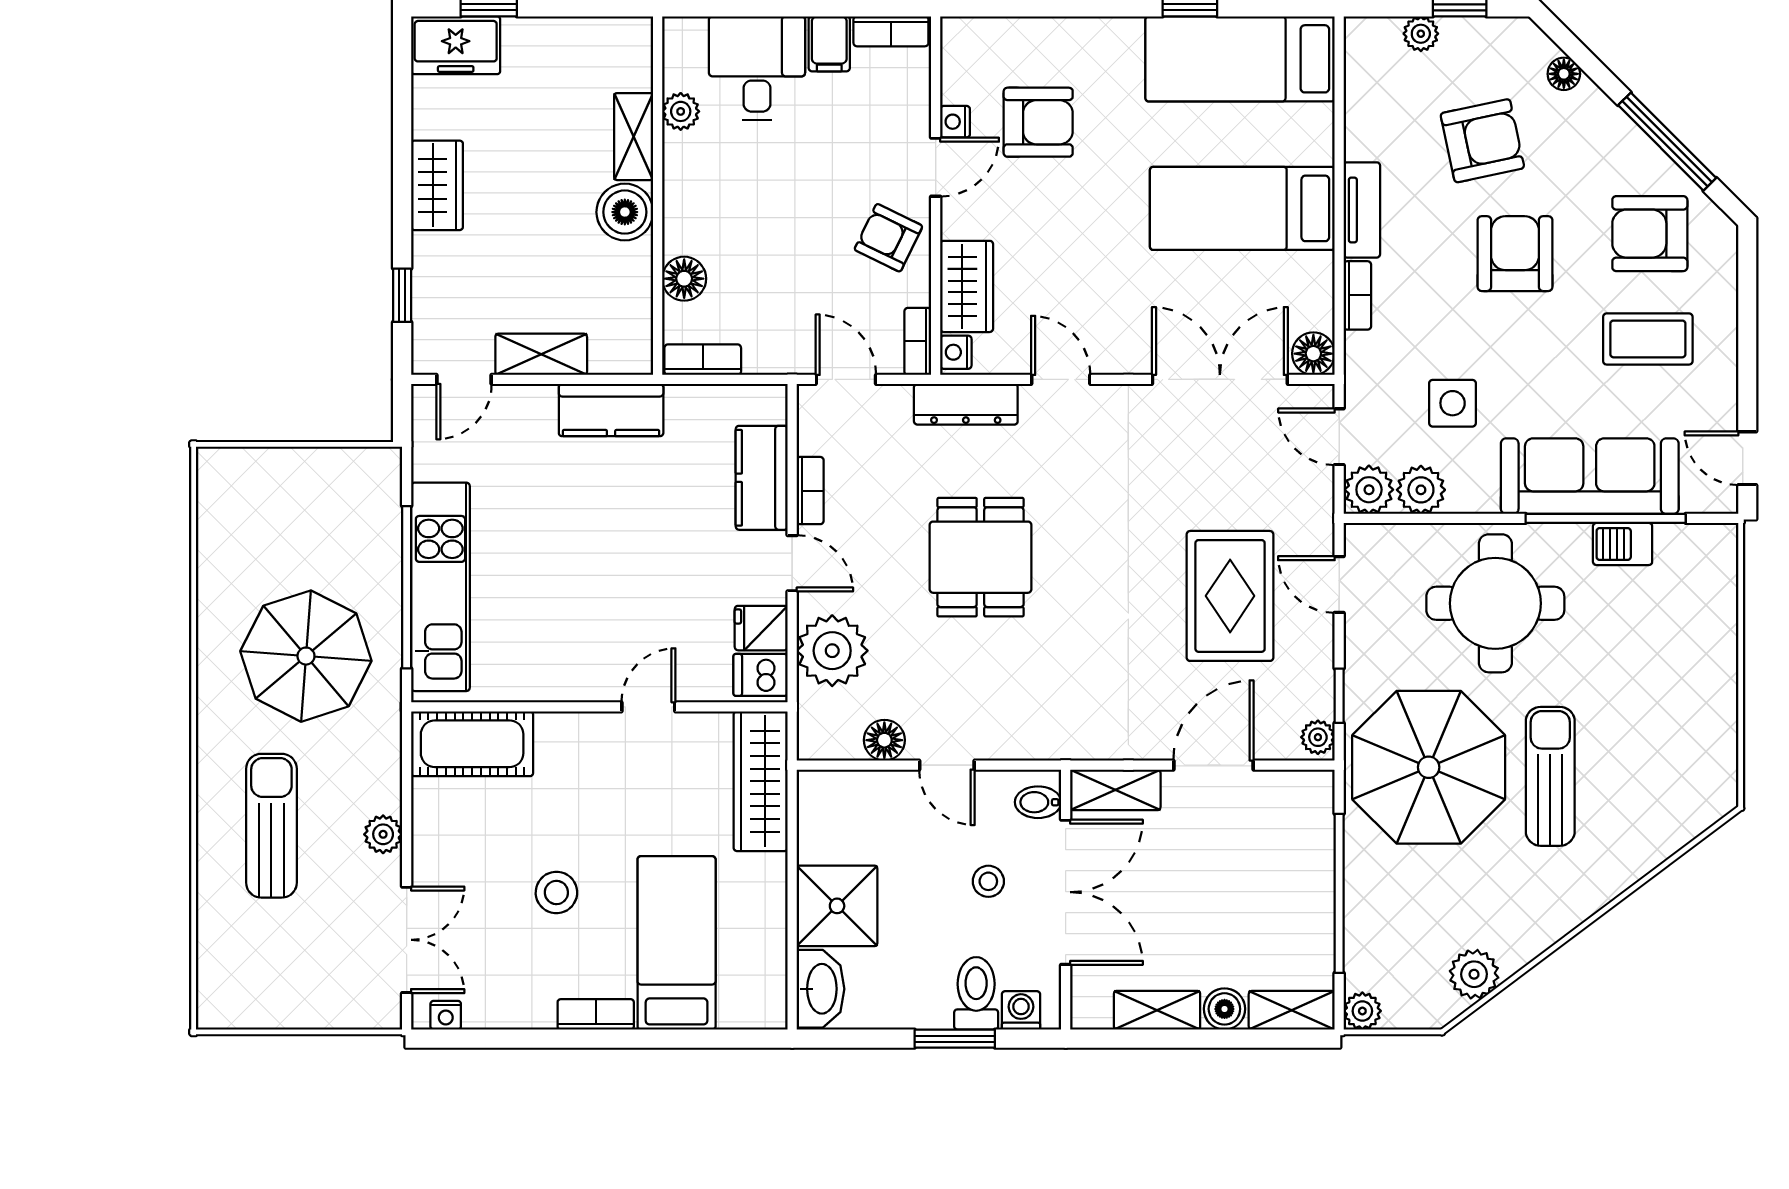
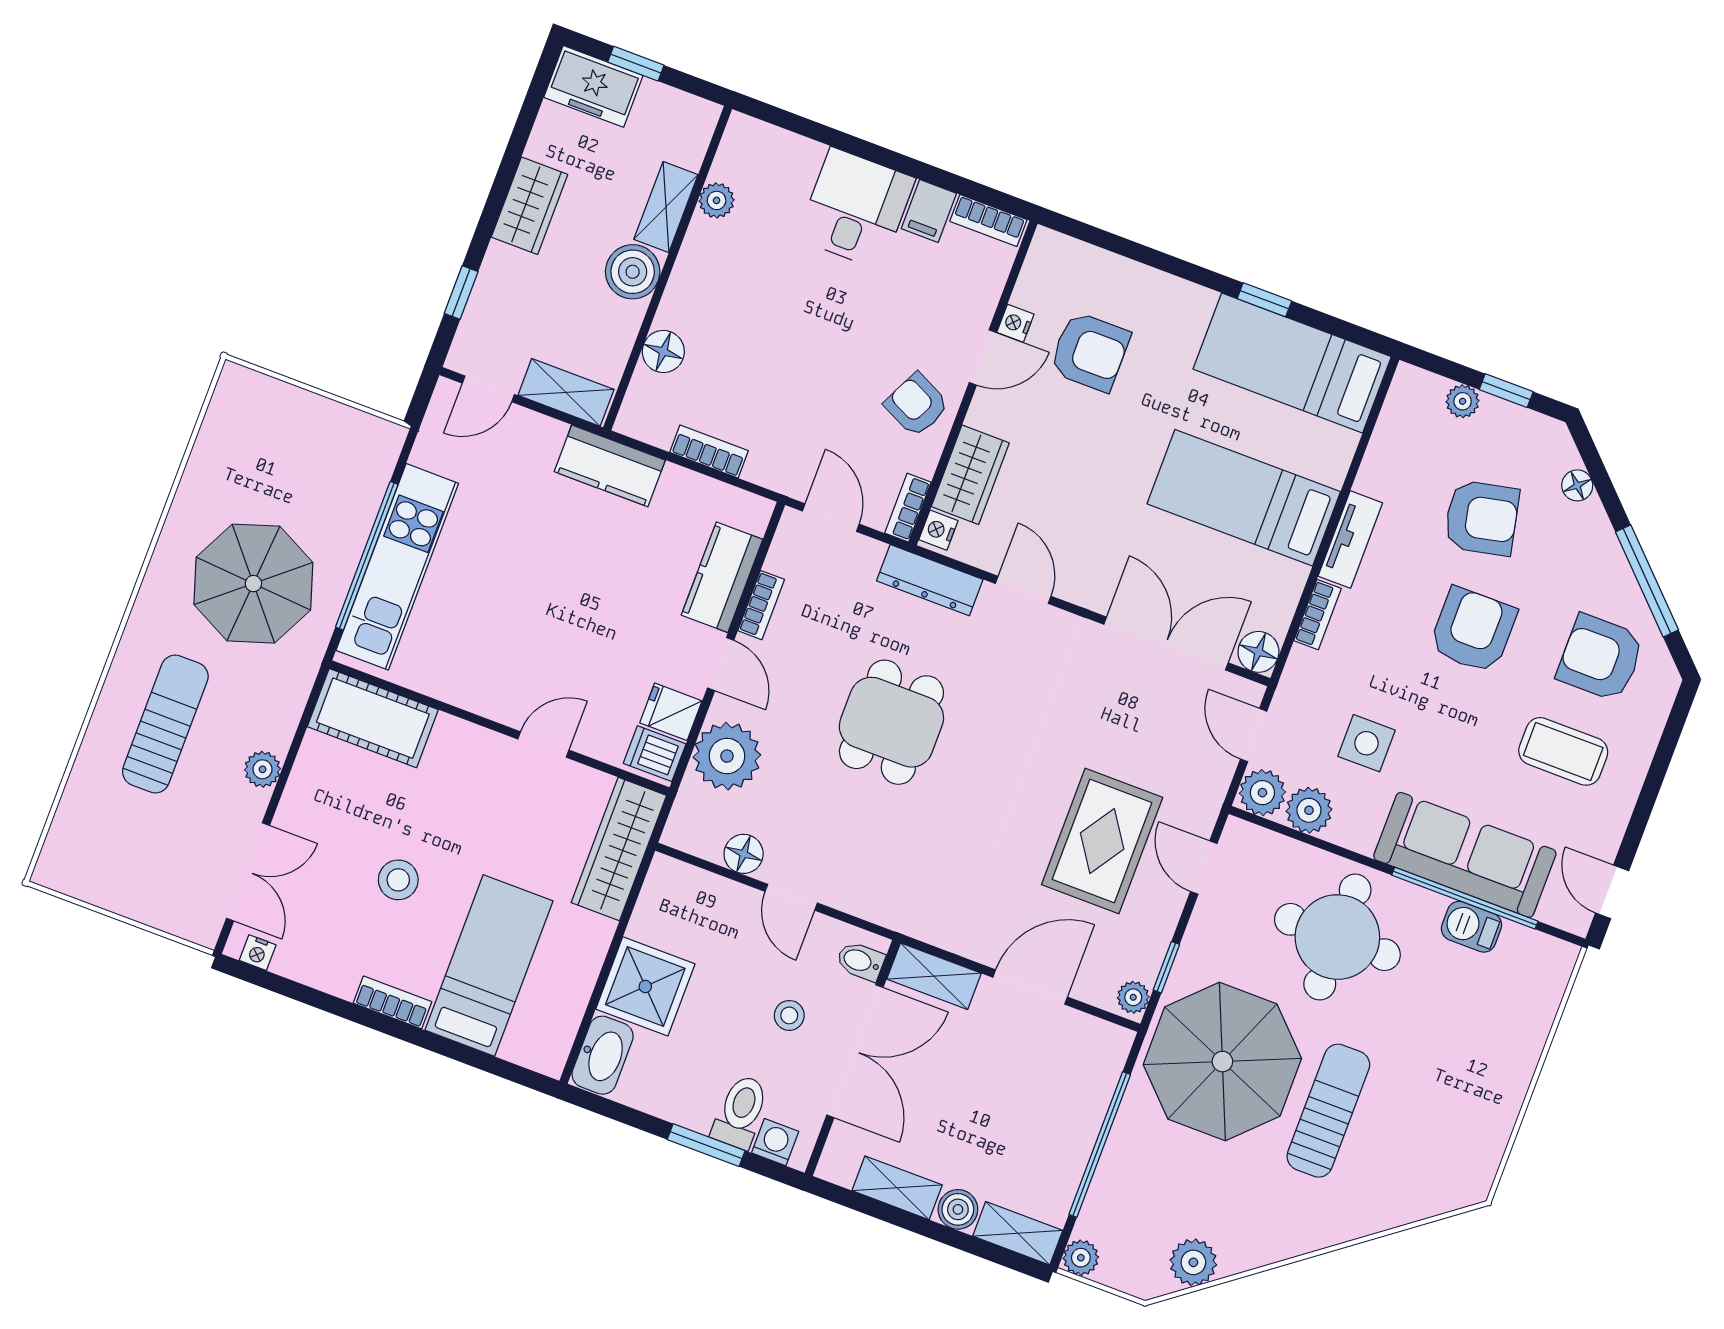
plant: (681, 111) -> (717, 200), moved
shelving: (634, 137) -> (666, 207), moved
wall: (658, 196) -> (668, 268), moved
boiler: (625, 212) -> (633, 272), moved
floor lamp: (684, 279) -> (663, 352), moved

